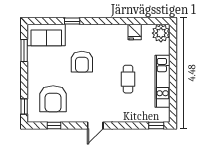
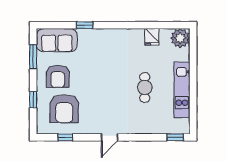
armchair: (82, 62) -> (58, 76), moved
window: (24, 107) -> (33, 100), moved

